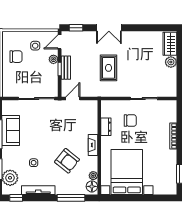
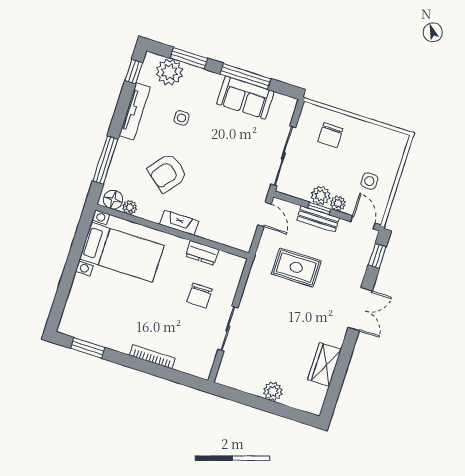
double door: (109, 28) -> (360, 309), swing flipped
wardrobe: (170, 44) -> (324, 365), moved, turned -90
chair: (16, 57) -> (330, 135), moved
rug: (109, 68) -> (296, 267), moved
plant: (52, 70) -> (321, 196), added
bed with nightstands: (127, 172) -> (122, 252), width x0.73

